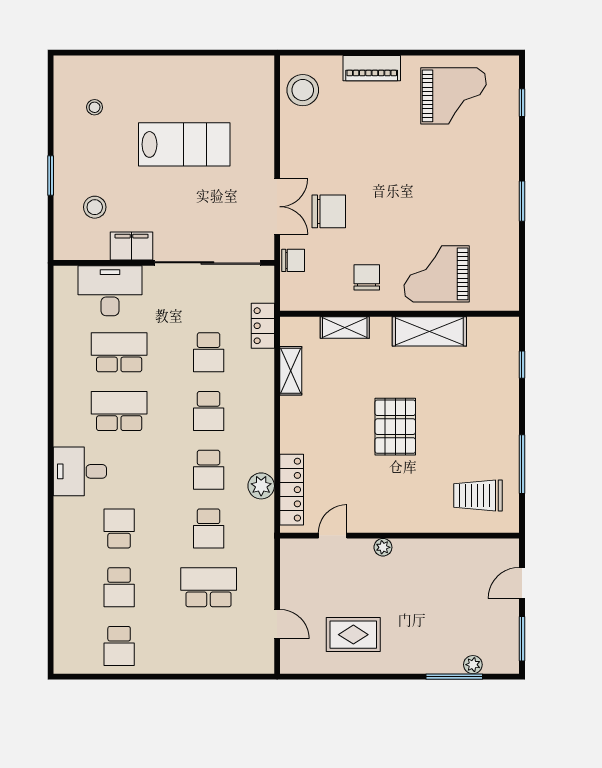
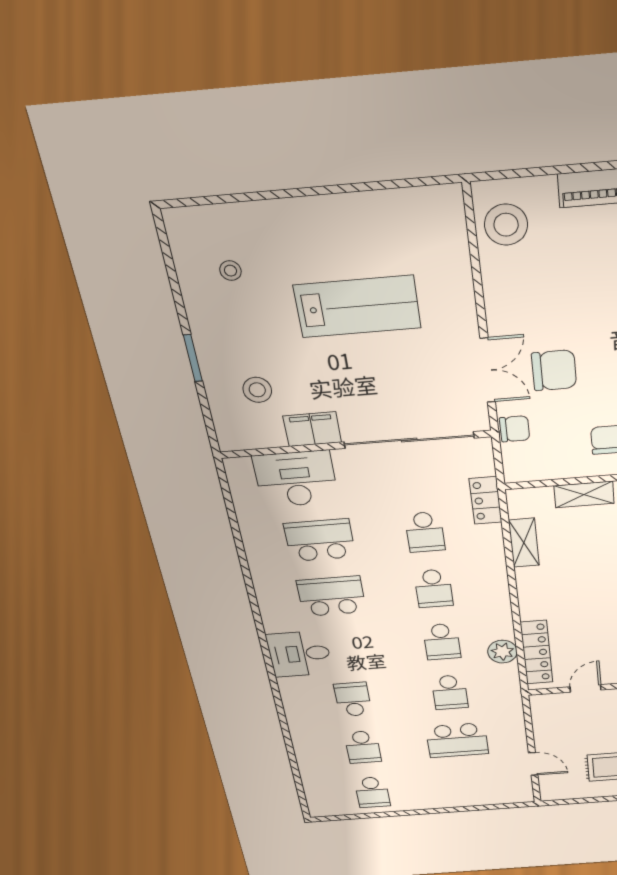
school desk: (209, 587) -> (457, 740), turned 180

